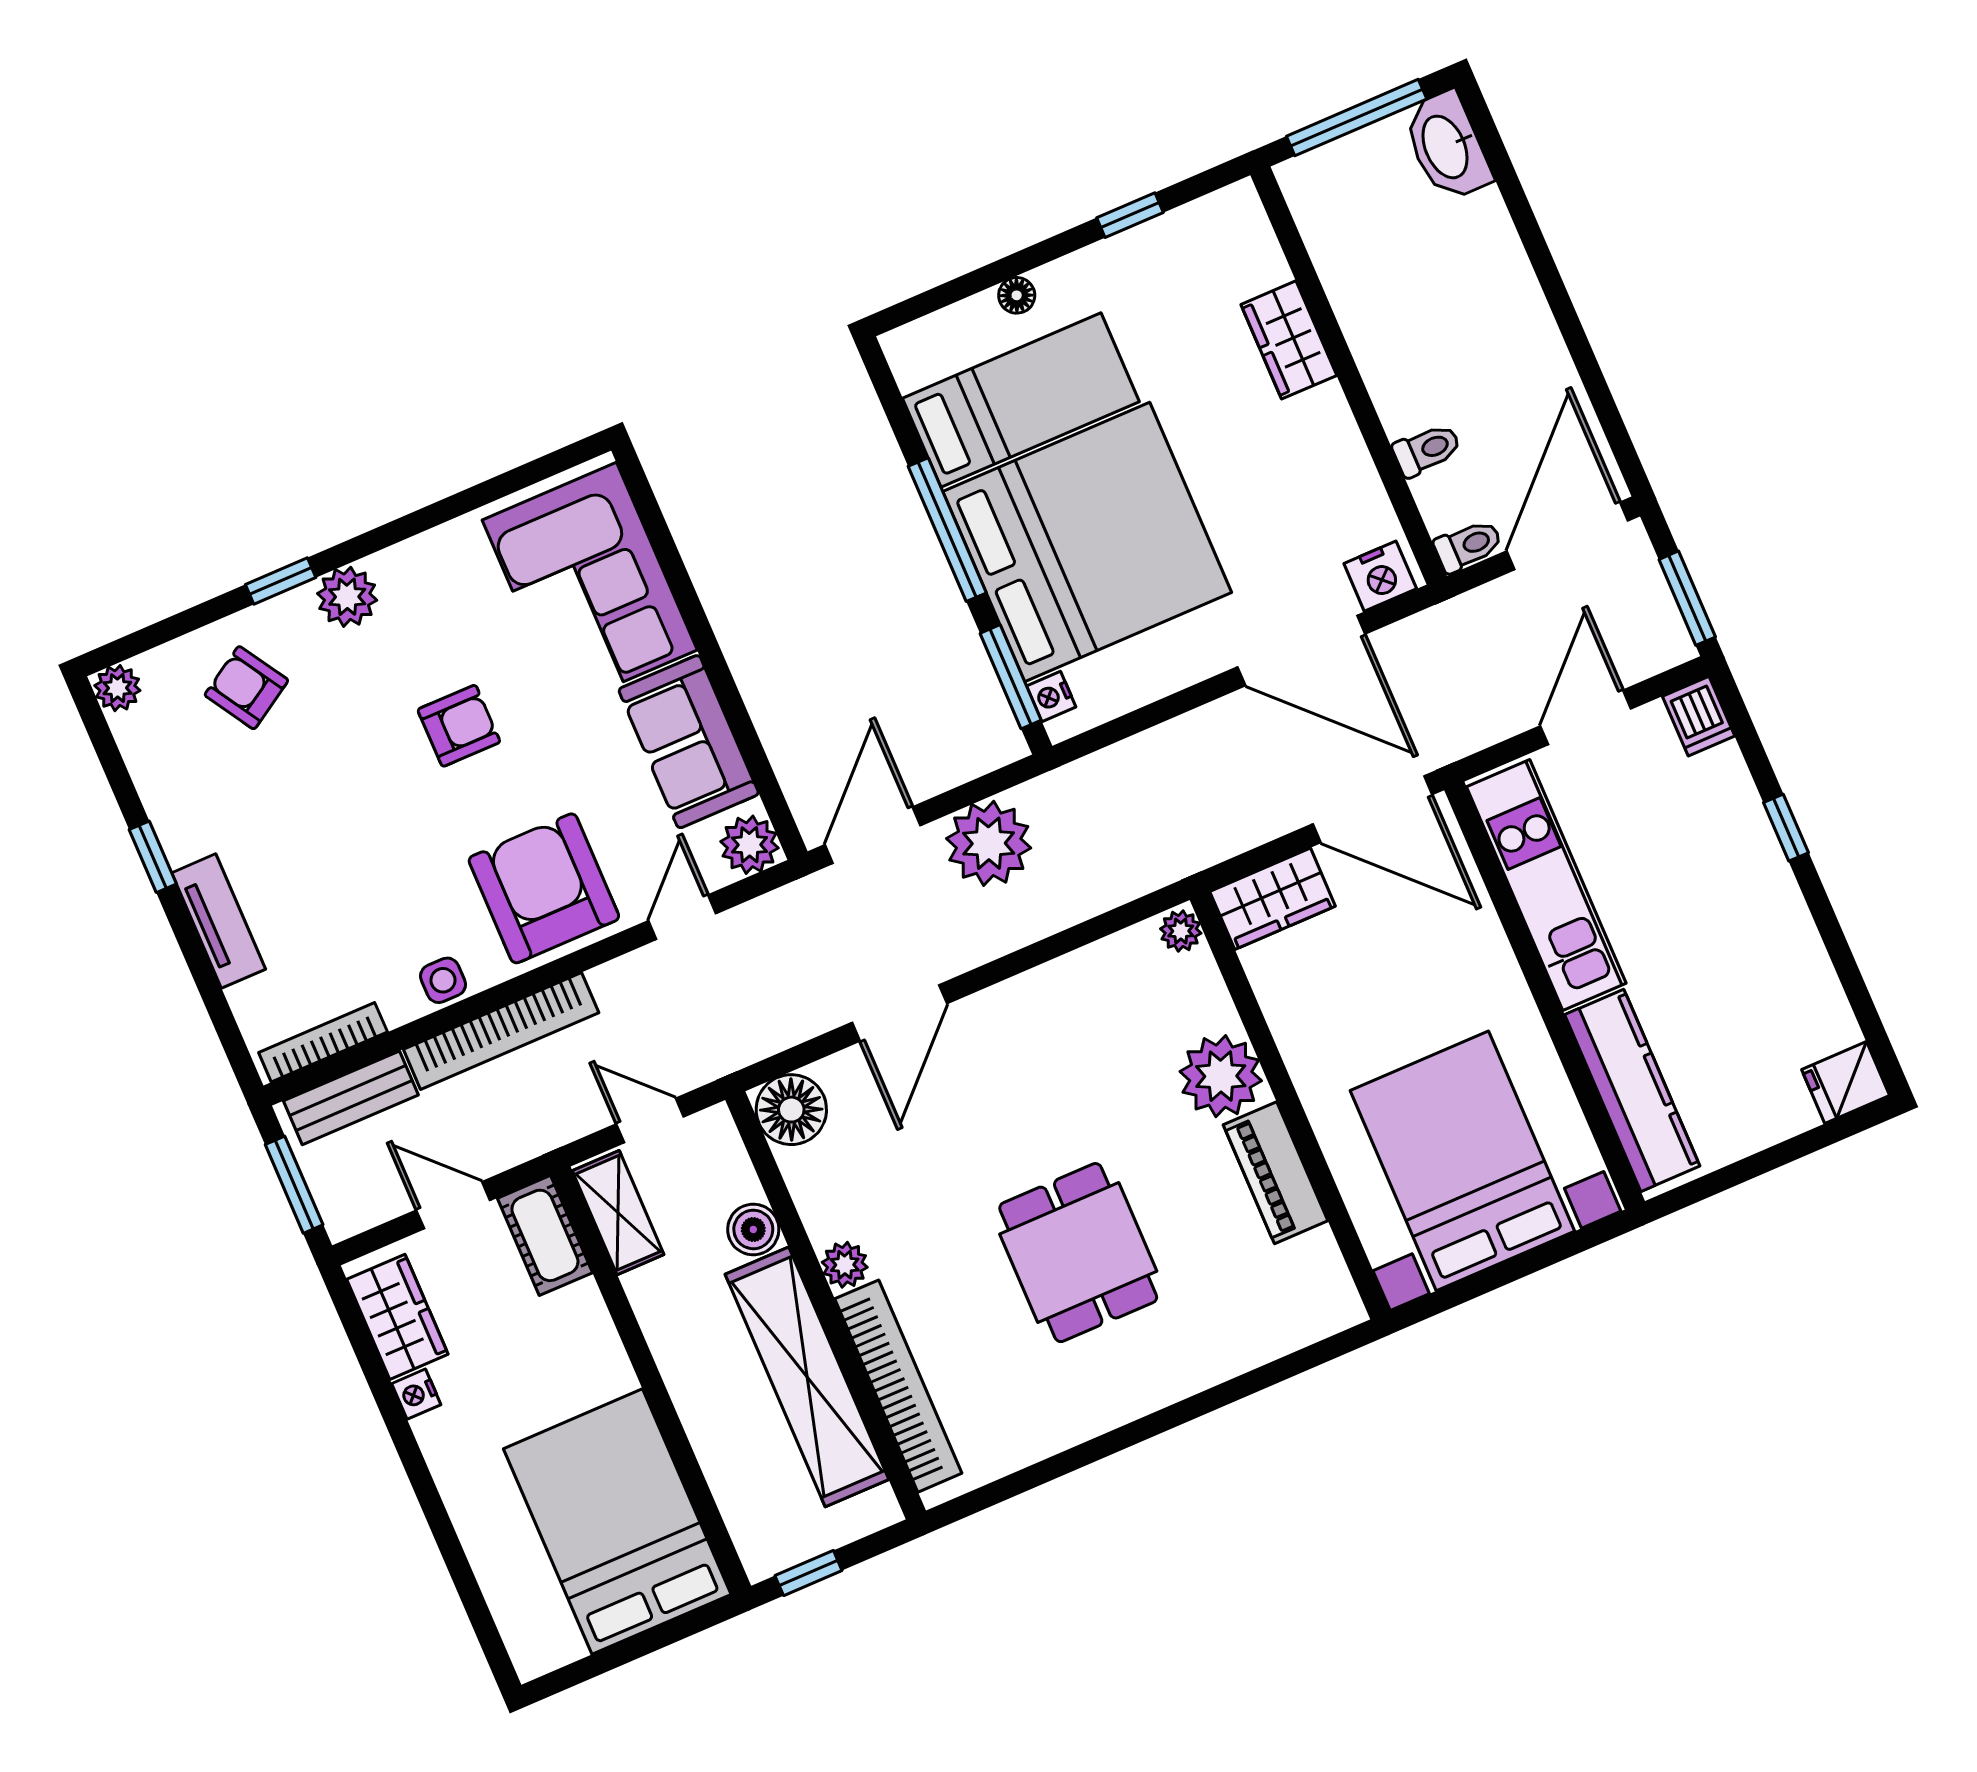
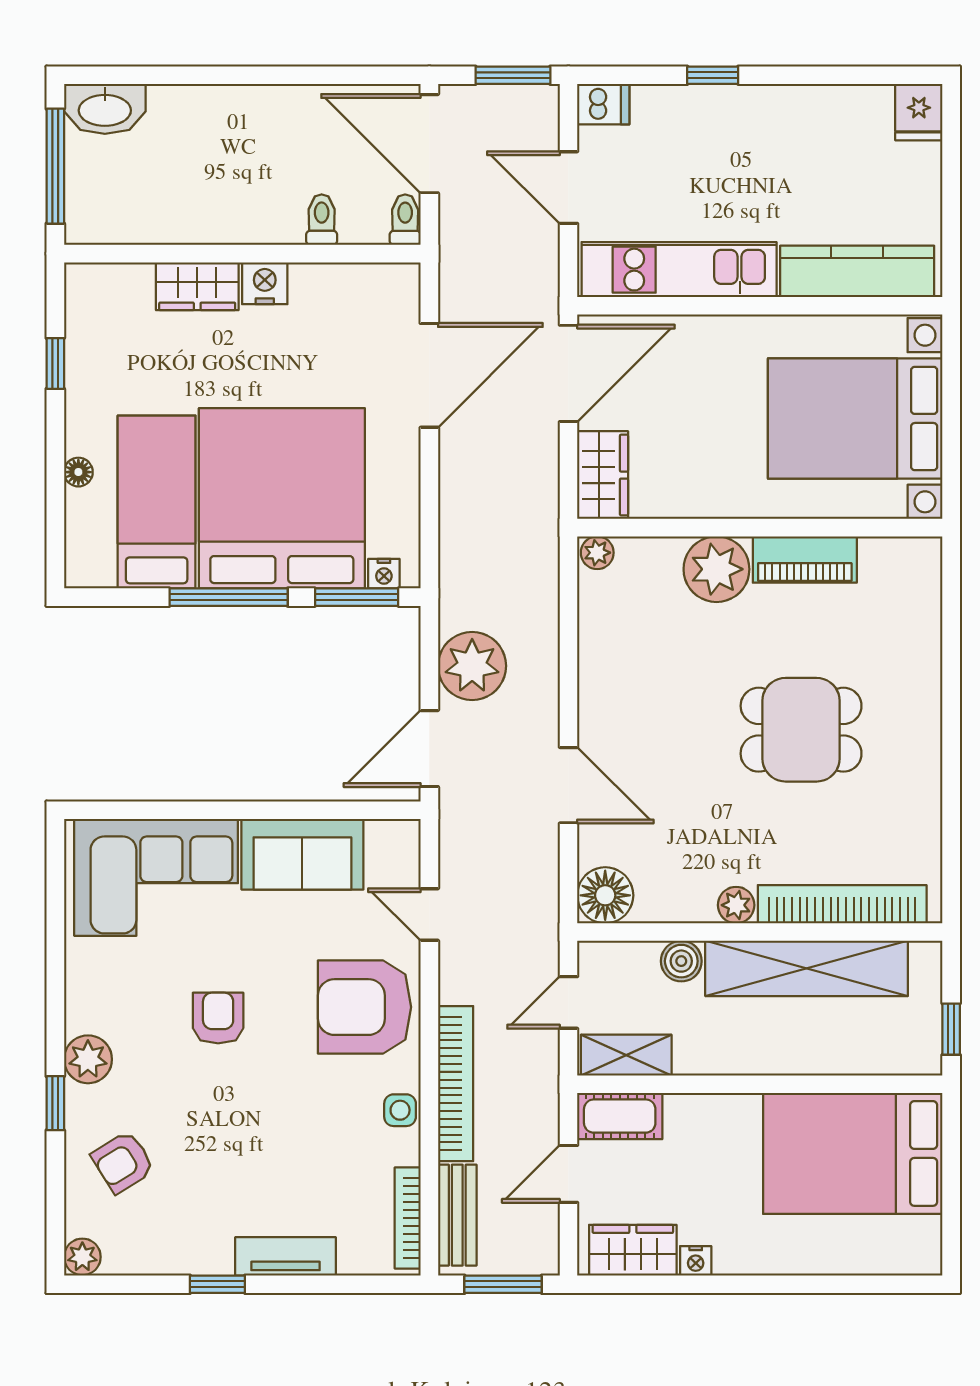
nightstand: (1380, 576) -> (265, 283), moved, turned -90
door: (873, 835) -> (429, 749), hinge flipped
plant: (749, 845) -> (397, 842), removed

